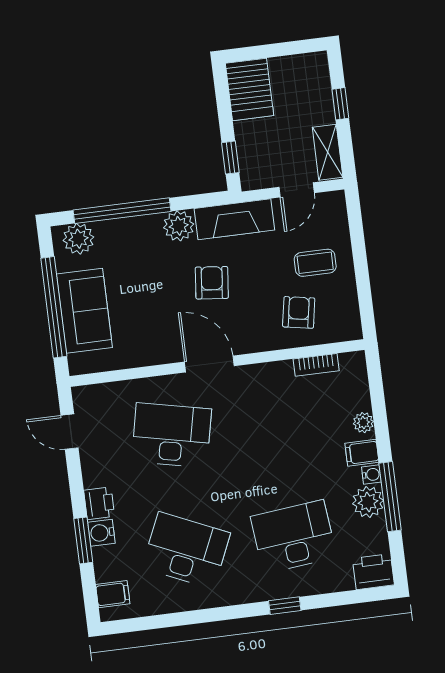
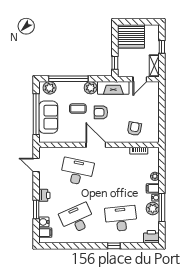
server rack: (249, 89) -> (131, 36), width x1.60
coffee table: (315, 263) -> (78, 109), moved
armchair: (212, 283) -> (101, 112), turned -96
water cooler: (101, 533) -> (44, 222), moved
desk: (186, 550) -> (77, 219), turned -48

